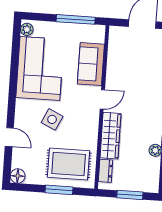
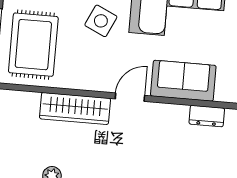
door: (102, 99) -> (130, 97), swing flipped
dresser: (106, 171) -> (207, 116), moved

